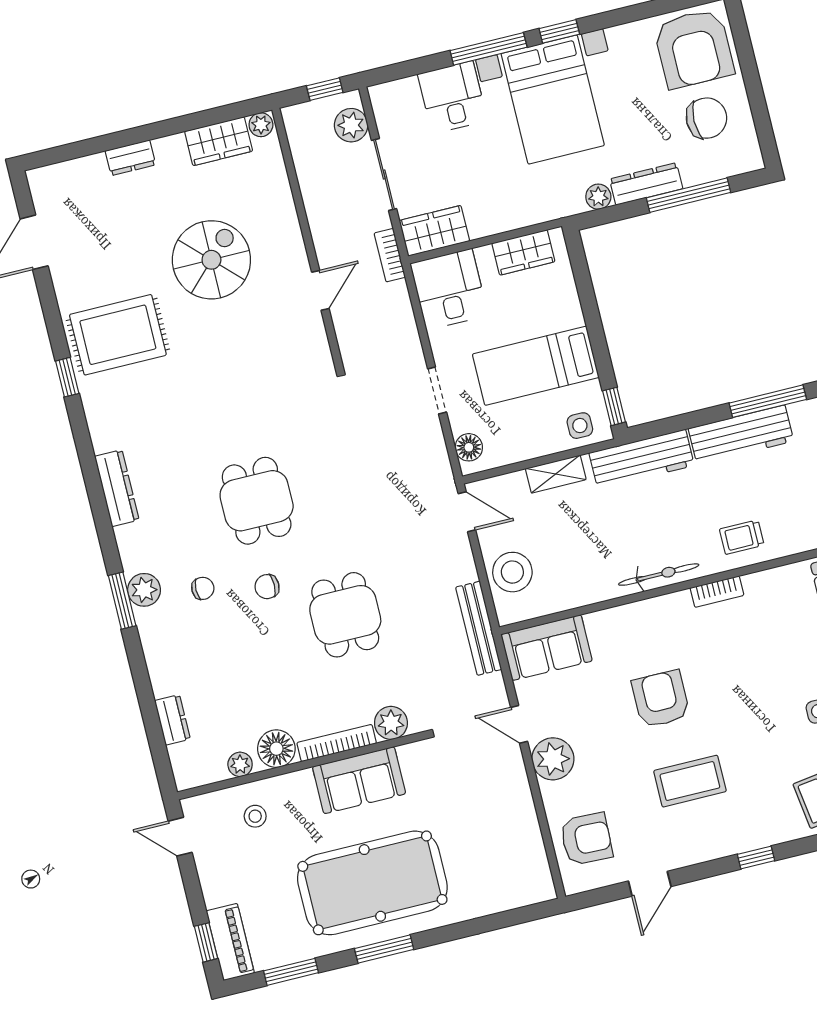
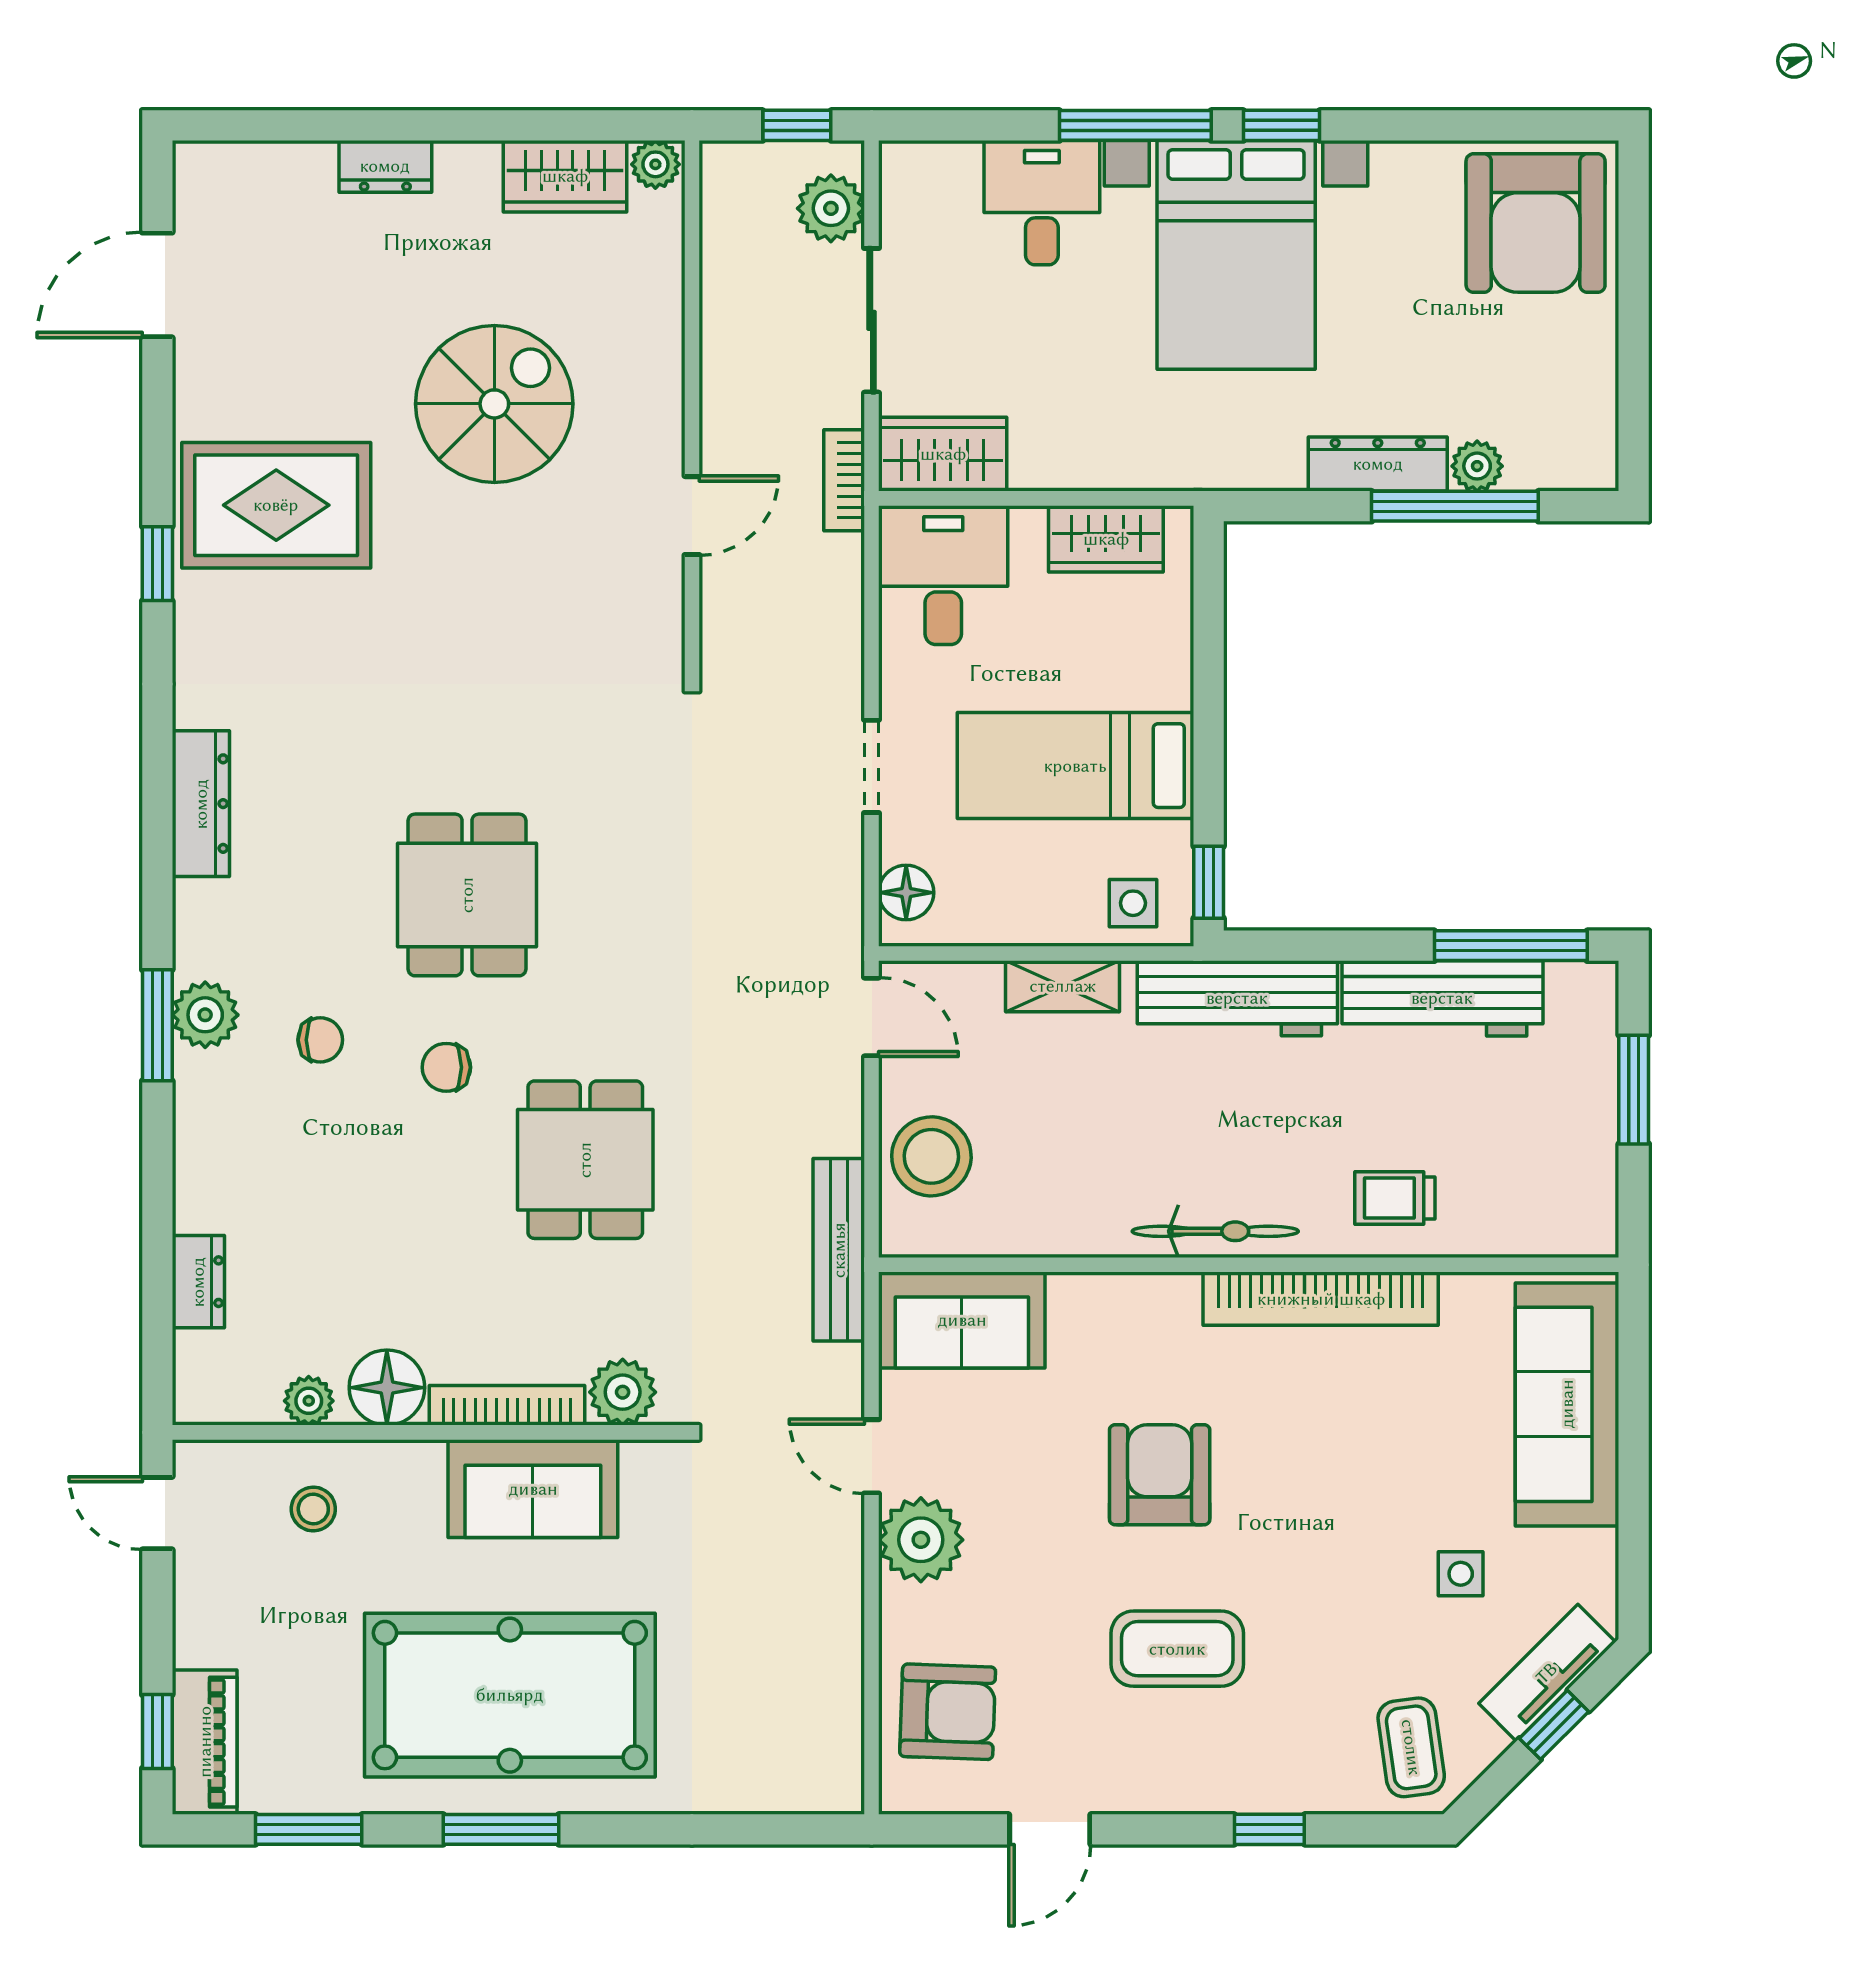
chair: (706, 118) -> (1527, 365), removed
plant: (598, 197) -> (1477, 466), moved
bookcase: (717, 592) -> (1321, 1299), width x2.31, depth x1.31

